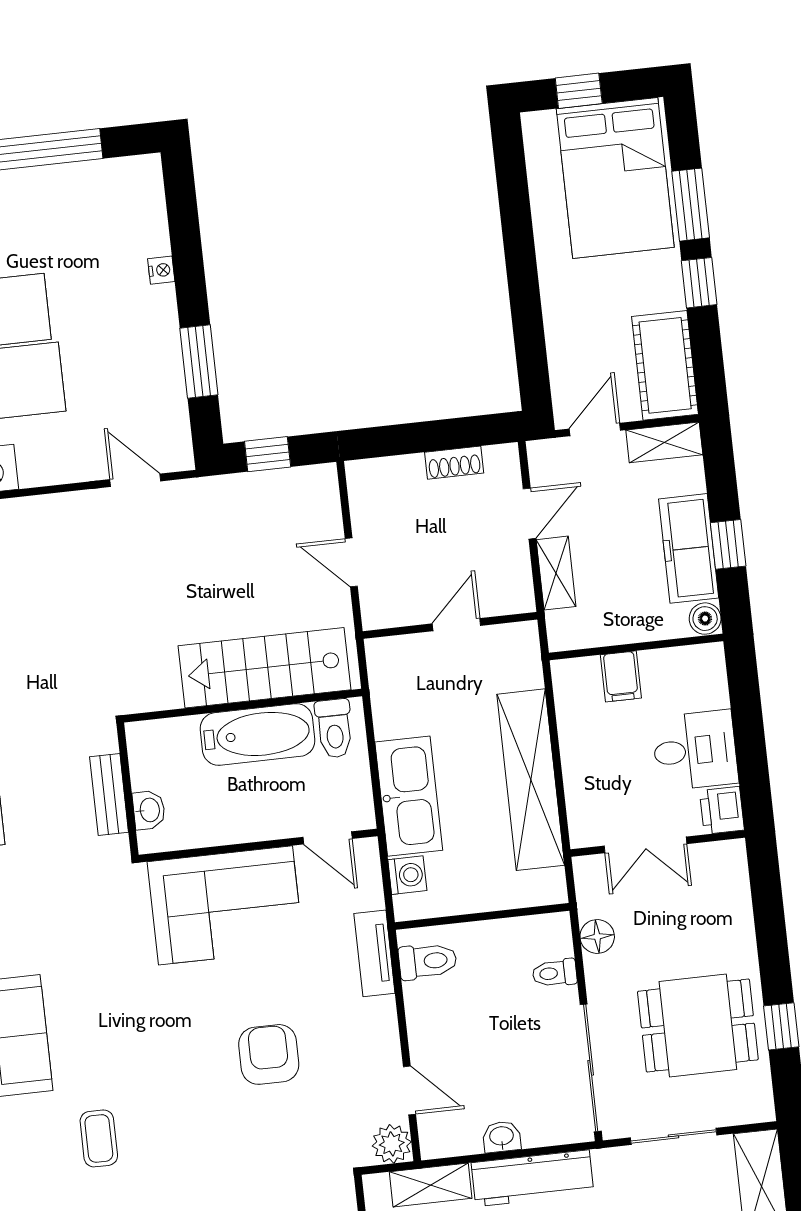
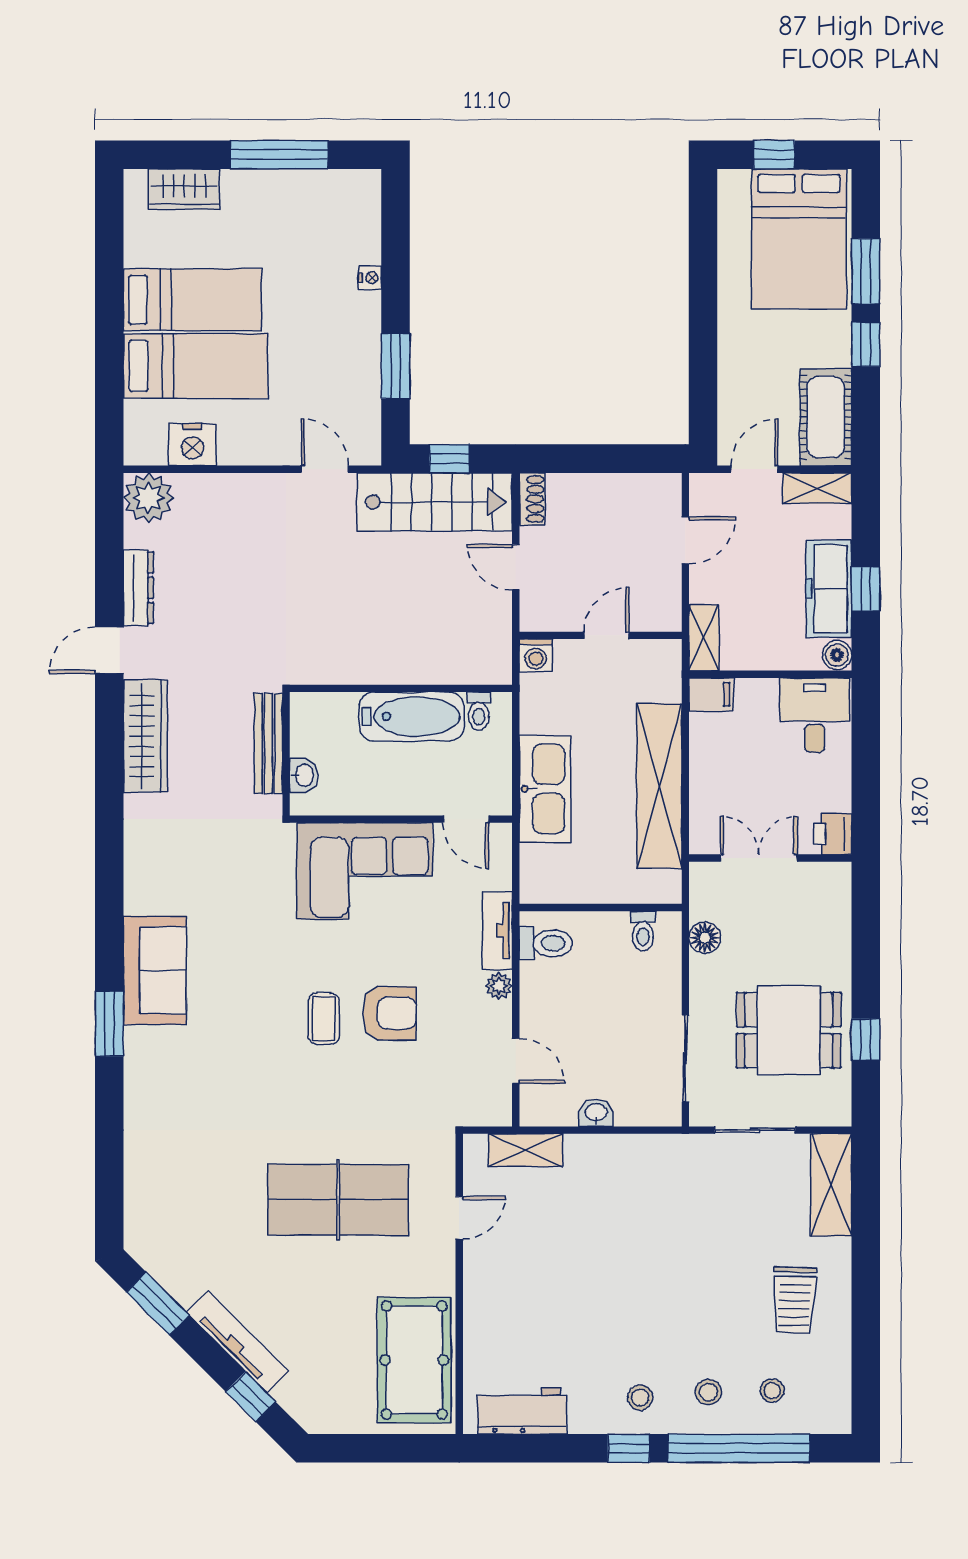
shoe rack: (454, 463) -> (532, 499), moved, turned -90
shelving: (556, 573) -> (704, 638), moved
stairs: (265, 668) -> (435, 502), moved, turned 180
filing cabinet: (621, 676) -> (711, 694), moved, turned -90
toilet: (334, 728) -> (479, 711), width x0.73, depth x0.72
desk: (695, 750) -> (815, 715), moved, turned -90
bench: (109, 795) -> (268, 743), width x1.36
double door: (646, 845) -> (759, 858), swing flipped
washing machine: (407, 875) -> (536, 655), moved, turned 90
toilet: (555, 973) -> (643, 931), moved, turned -90
armchair: (269, 1054) -> (389, 1013), turned 90
sliding door: (591, 1068) -> (685, 1058), width x0.73
coffee table: (99, 1138) -> (324, 1019), moved
plant: (392, 1144) -> (499, 986), moved, width x0.73, depth x0.73
workbench: (532, 1178) -> (620, 1154), removed

